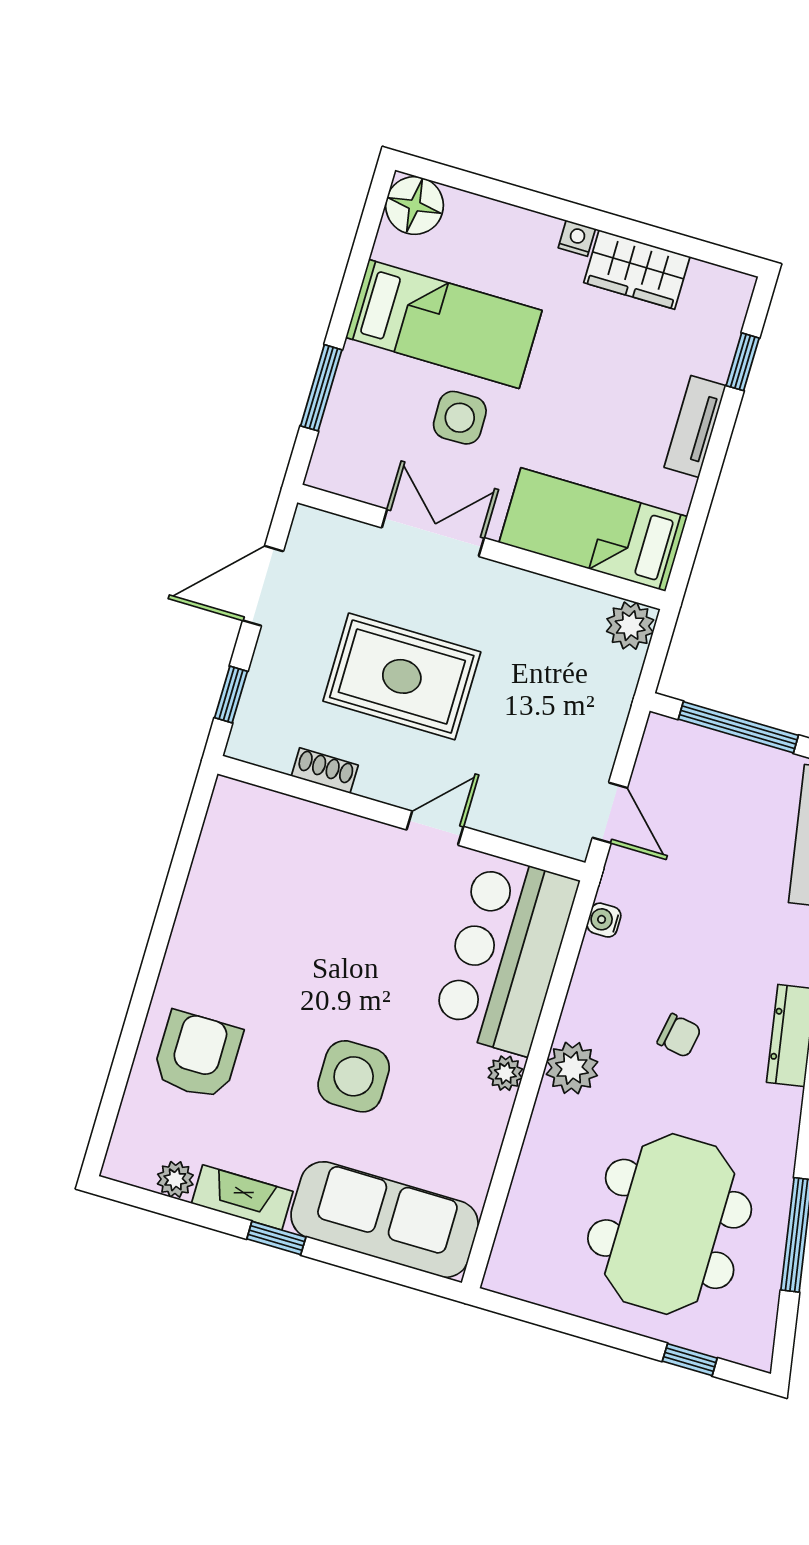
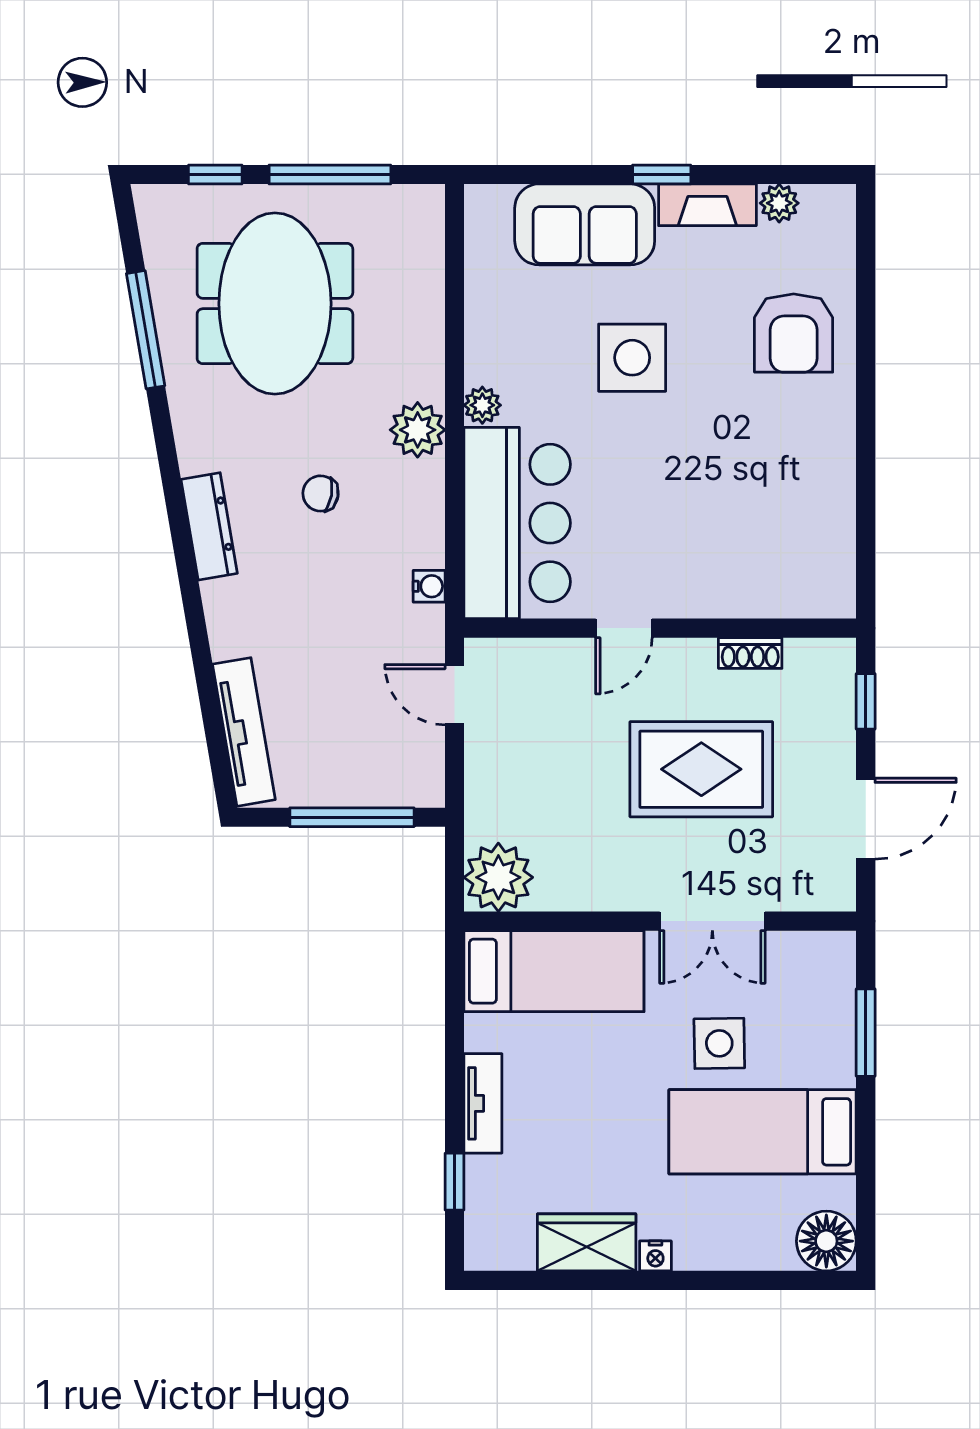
plant: (630, 626) -> (498, 877), width x1.36, depth x1.36
sofa: (385, 1220) -> (585, 224), width x0.73
window: (584, 1328) -> (330, 174), added

